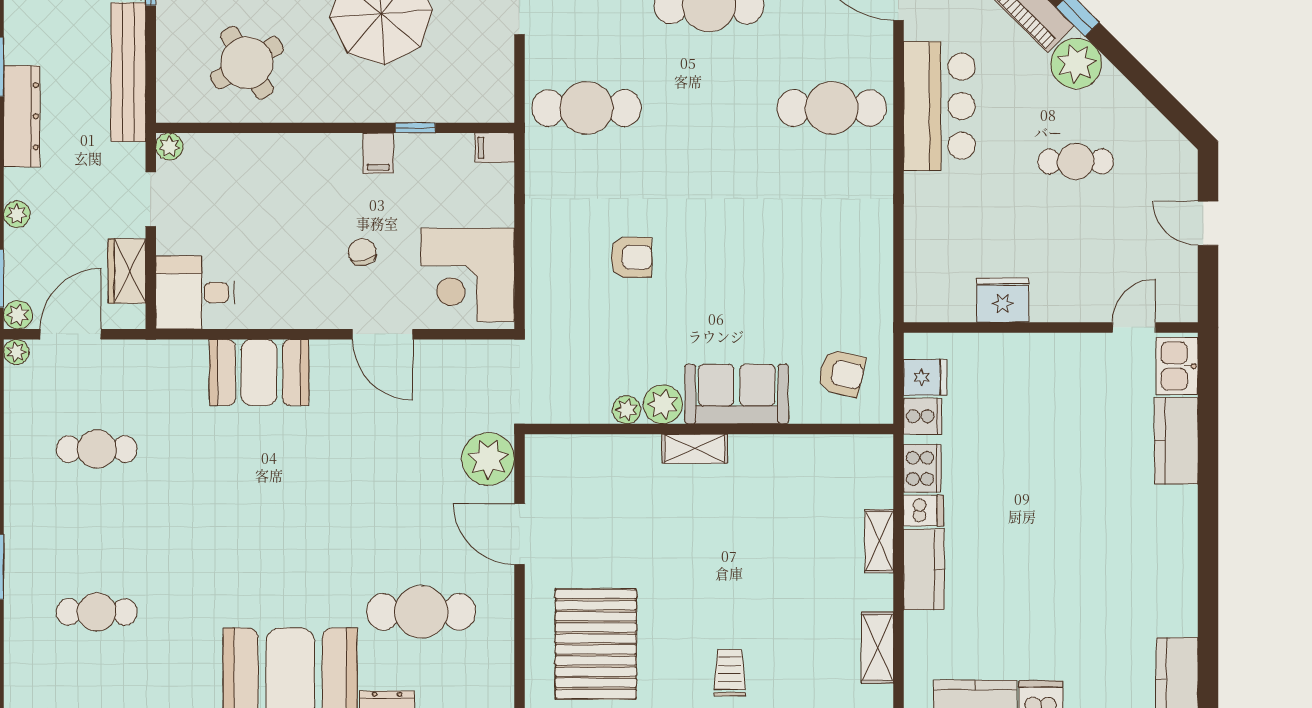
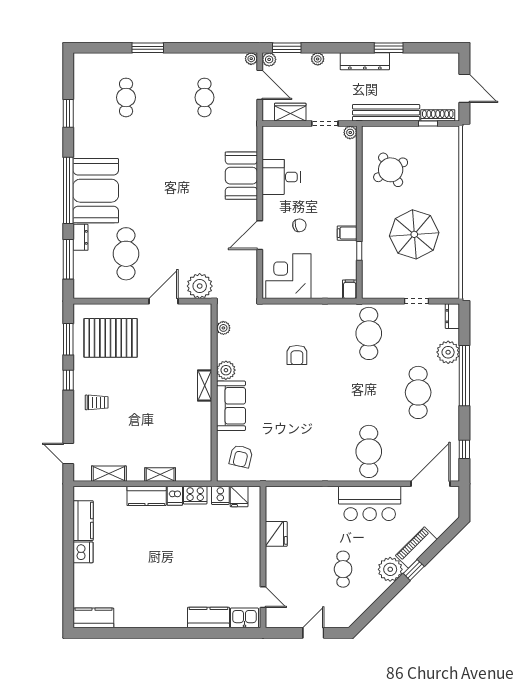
desk: (195, 293) -> (281, 177), moved, turned -90
plant: (626, 410) -> (223, 328), moved

